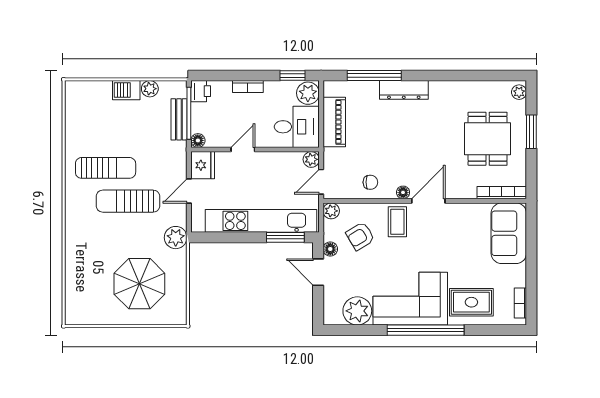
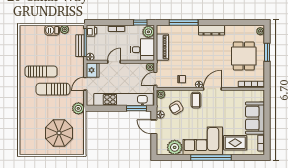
dresser: (404, 90) -> (211, 30), moved
sofa: (509, 233) -> (255, 118), moved

